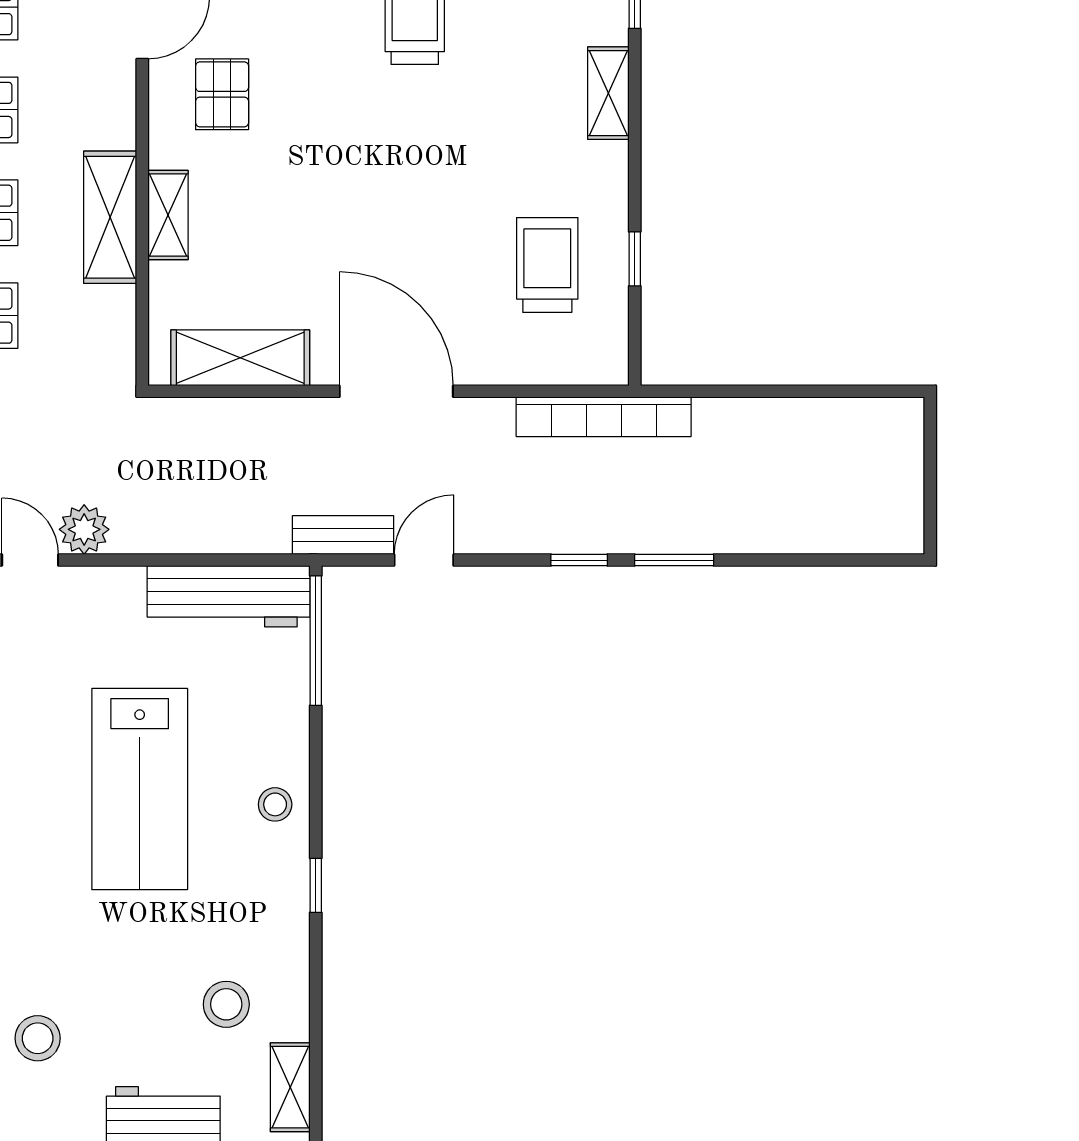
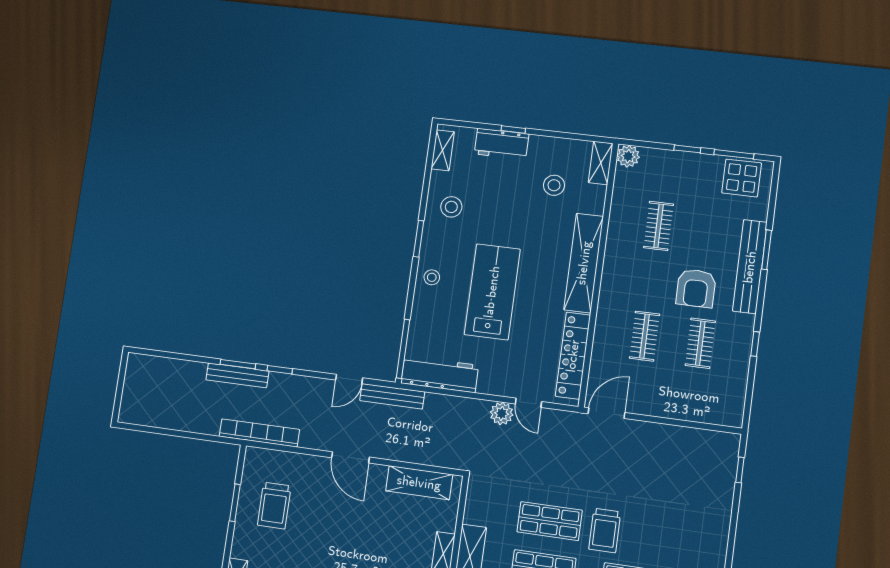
window: (635, 259) -> (235, 503), width x1.50
door: (396, 391) -> (350, 457), width x0.73
bench: (343, 535) -> (392, 396), width x1.36
bench: (671, 535) -> (237, 375), added
window: (316, 885) -> (419, 239), width x1.50
stool: (226, 1004) -> (451, 207), moved

